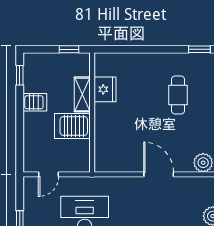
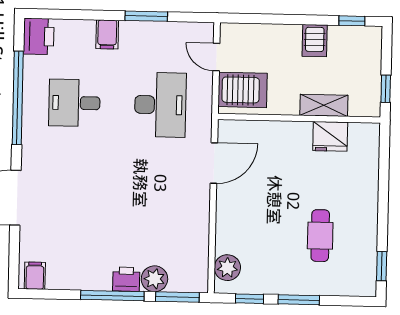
cafe table: (178, 95) -> (320, 236), turned 90
server rack: (72, 126) -> (243, 90), moved, turned 90
door: (159, 174) -> (214, 163), moved

